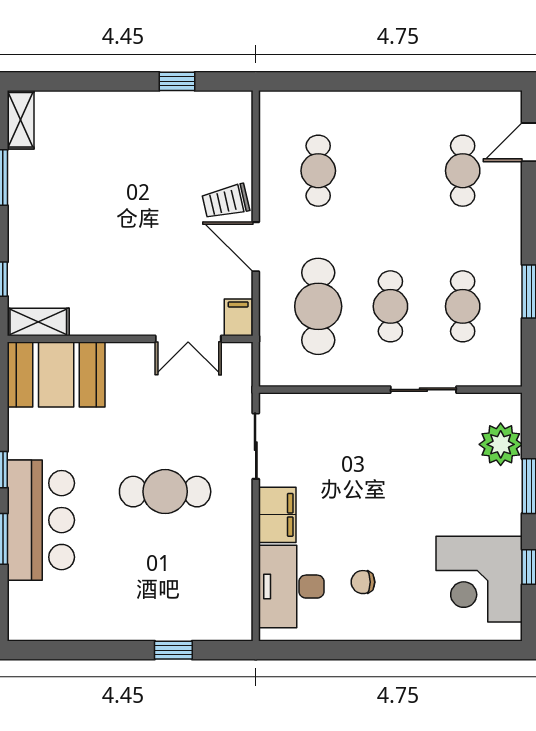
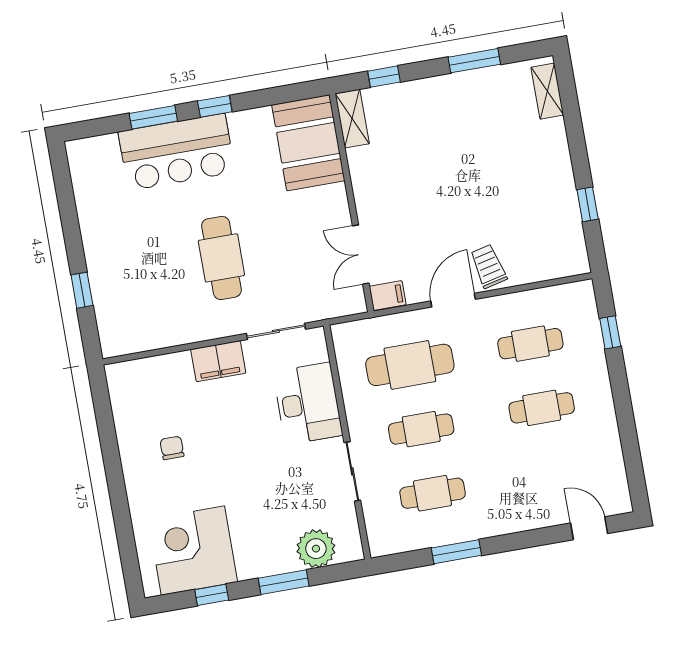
window: (321, 81) -> (610, 332), added
shelving: (21, 120) -> (547, 91), moved, turned 90
cafe table: (463, 171) -> (542, 408), moved
desk: (291, 587) -> (308, 404), moved, turned 90

